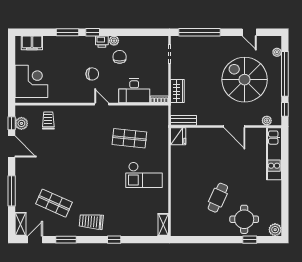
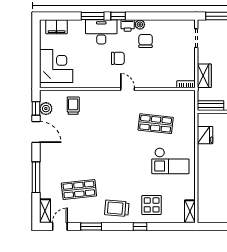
desk: (134, 91) -> (101, 32), moved, turned 180
fridge: (178, 136) -> (205, 135), moved
shop shelf: (54, 203) -> (79, 189), turned -30
display table: (125, 218) -> (152, 205), added

